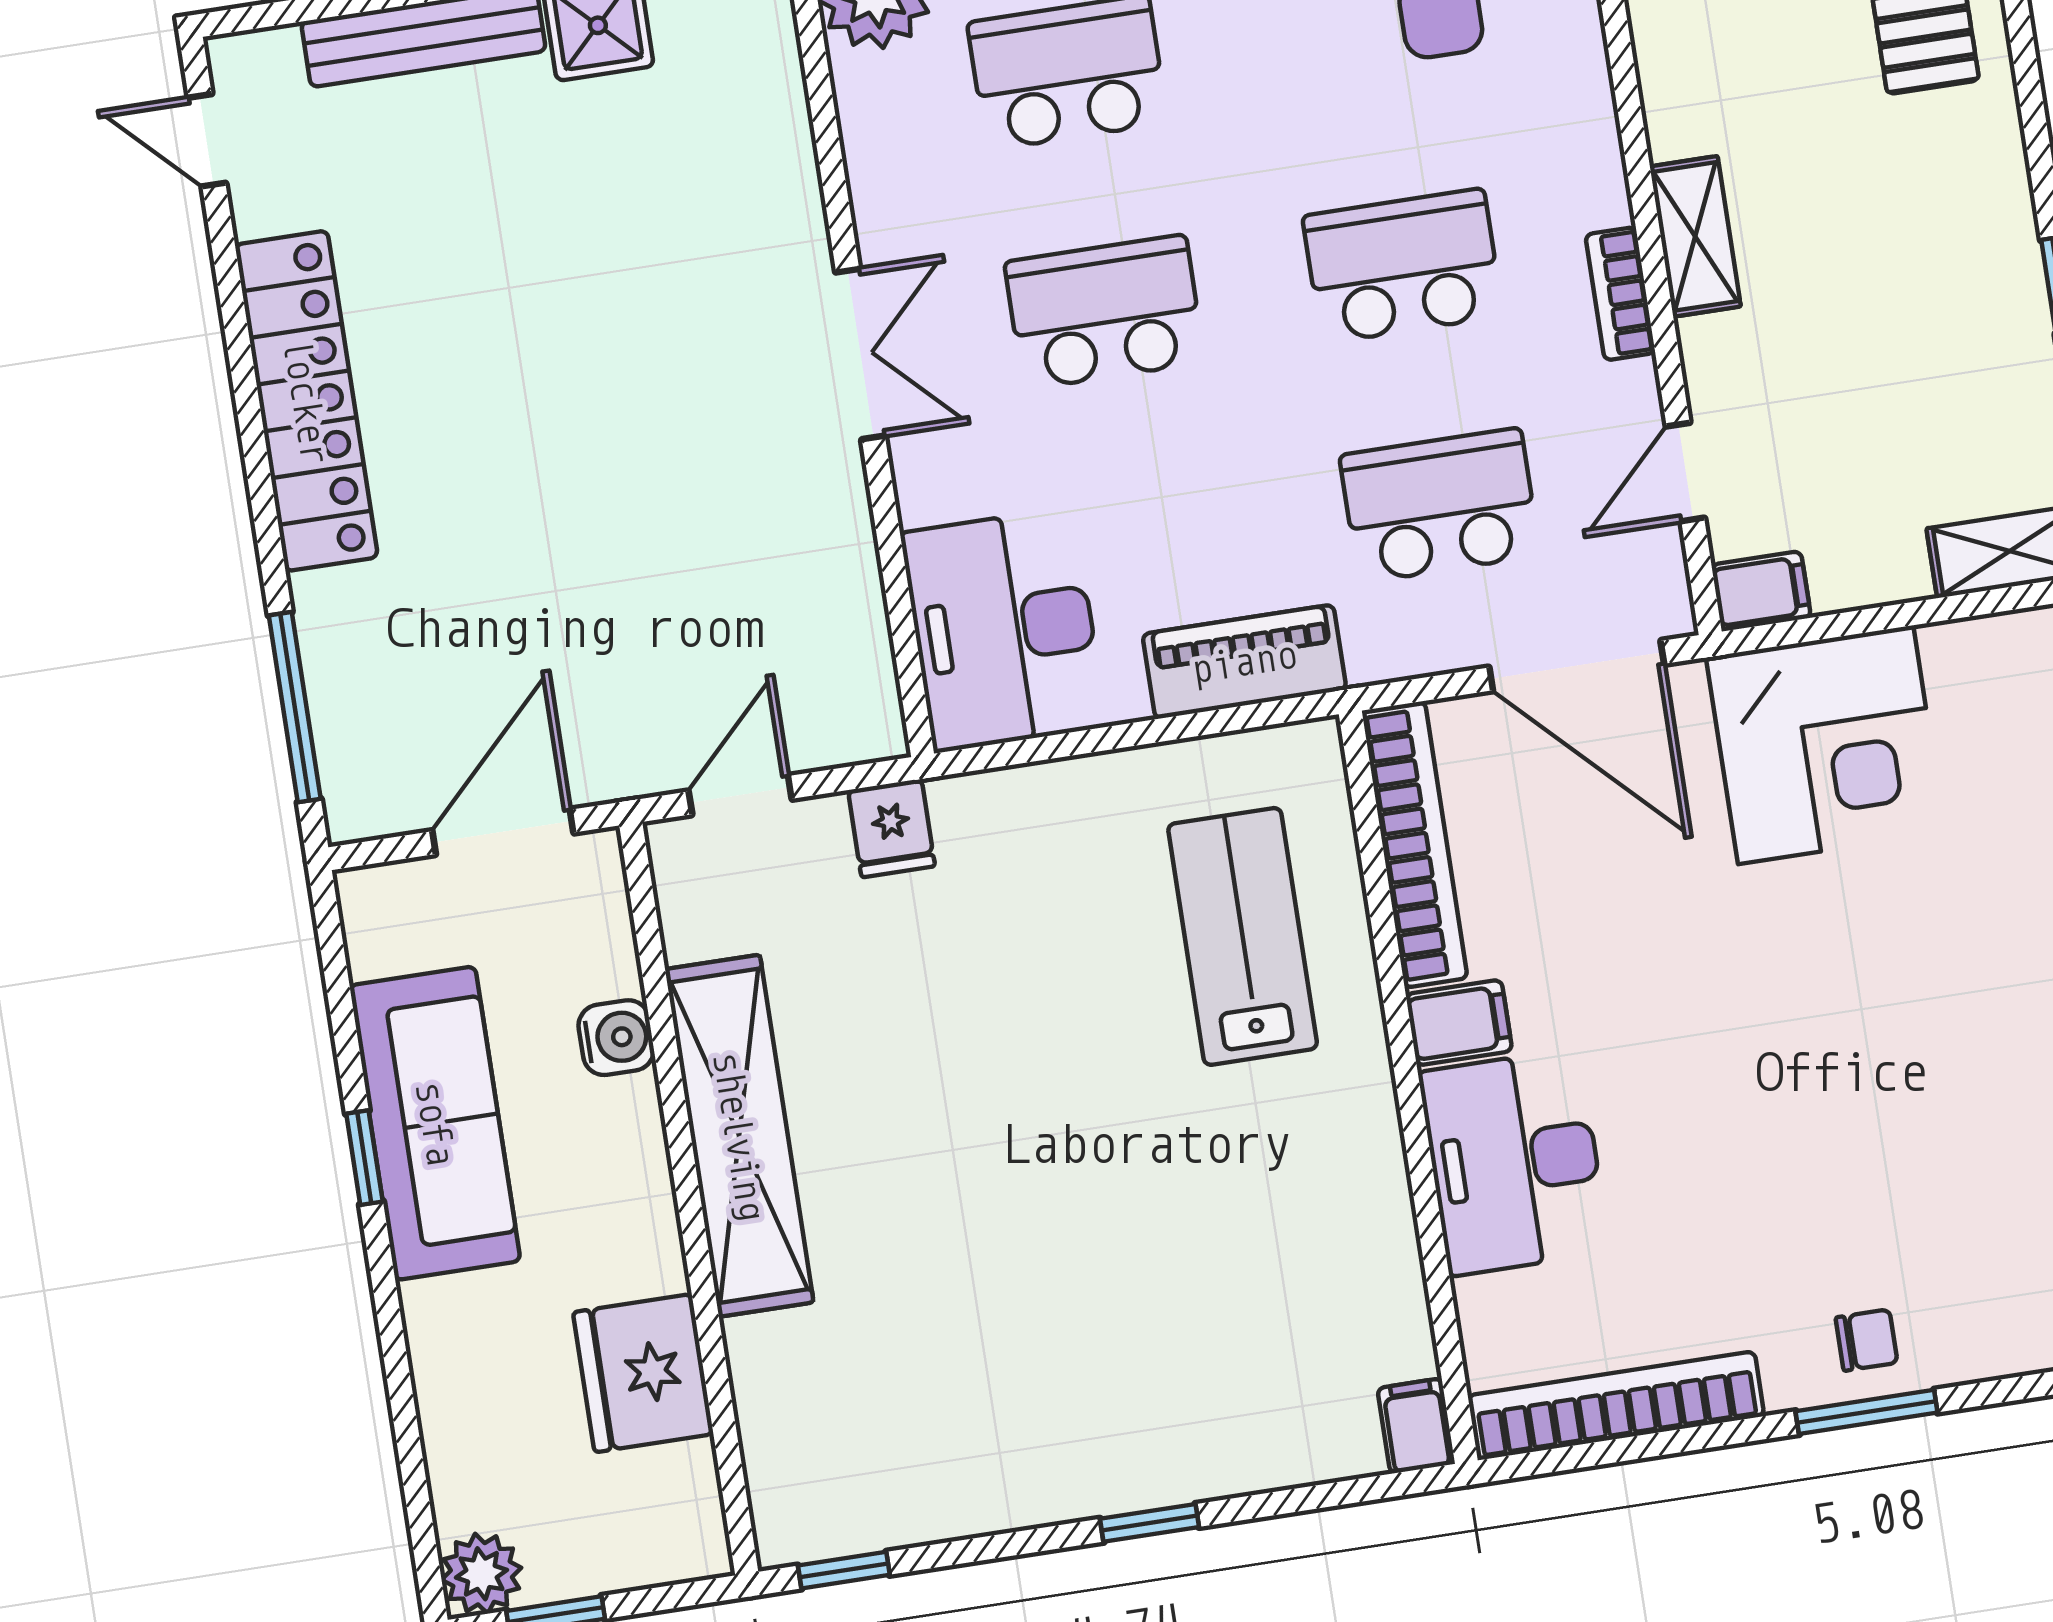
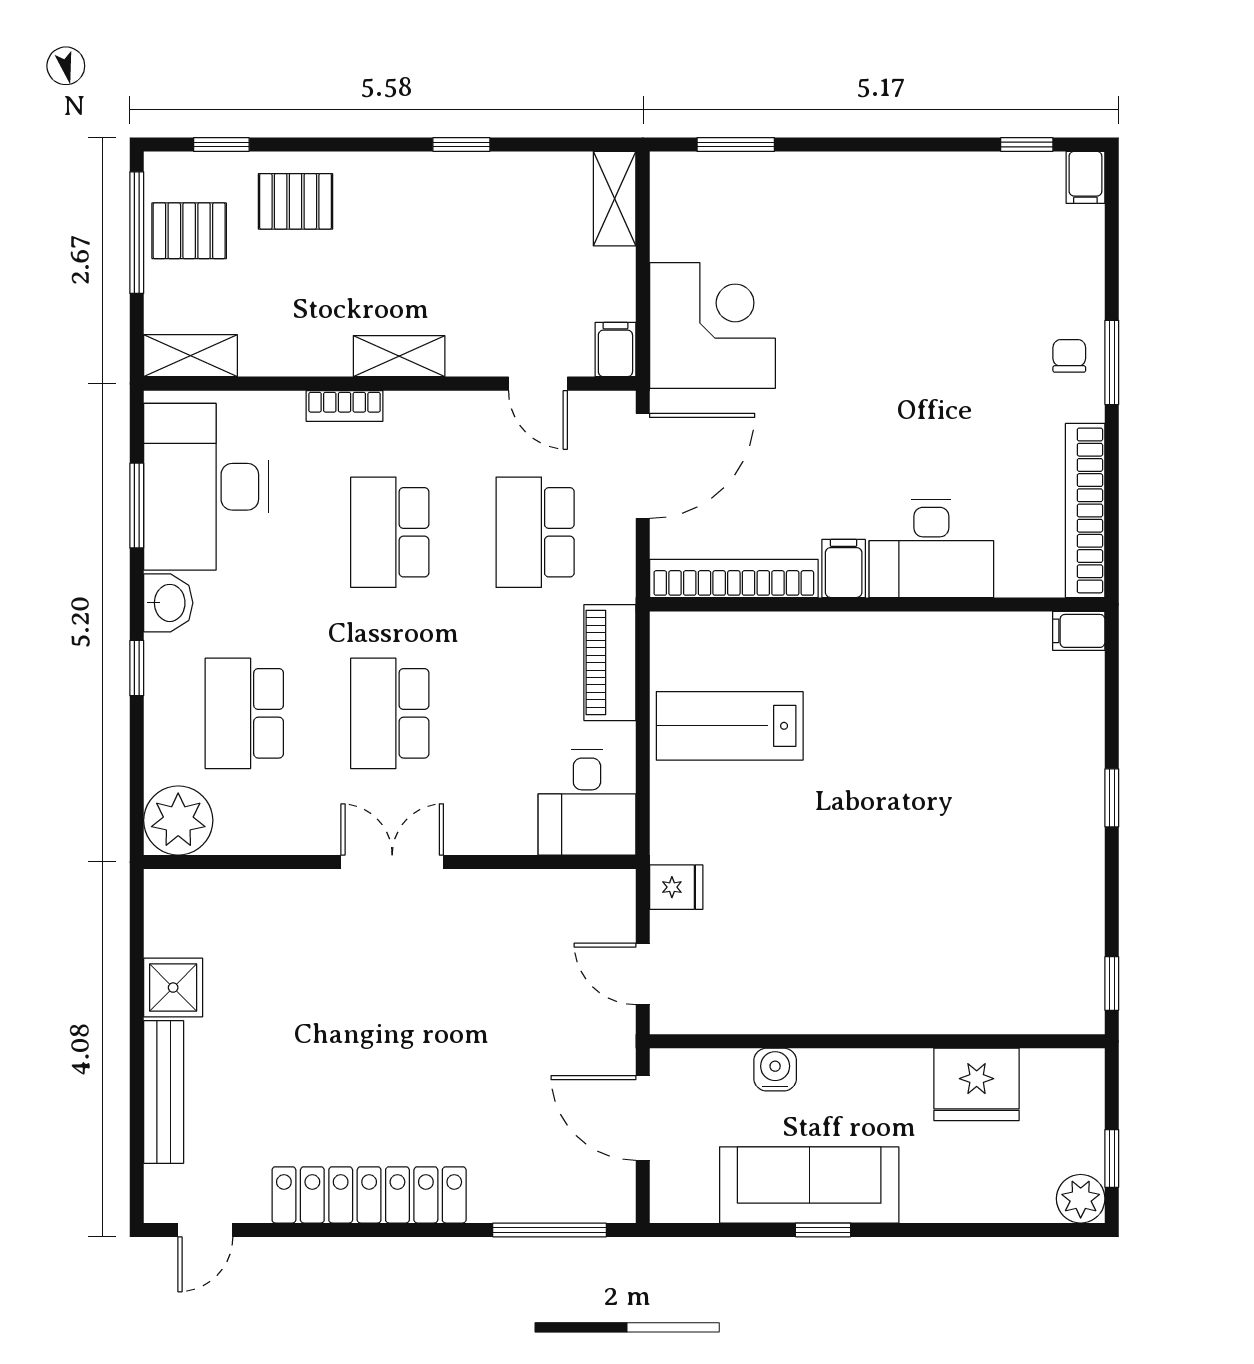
bookcase: (1620, 294) -> (345, 406), moved
desk: (1004, 630) -> (587, 802), width x0.73
lab bench: (1243, 936) -> (730, 726), moved
shelving: (739, 1136) -> (845, 1006), removed

